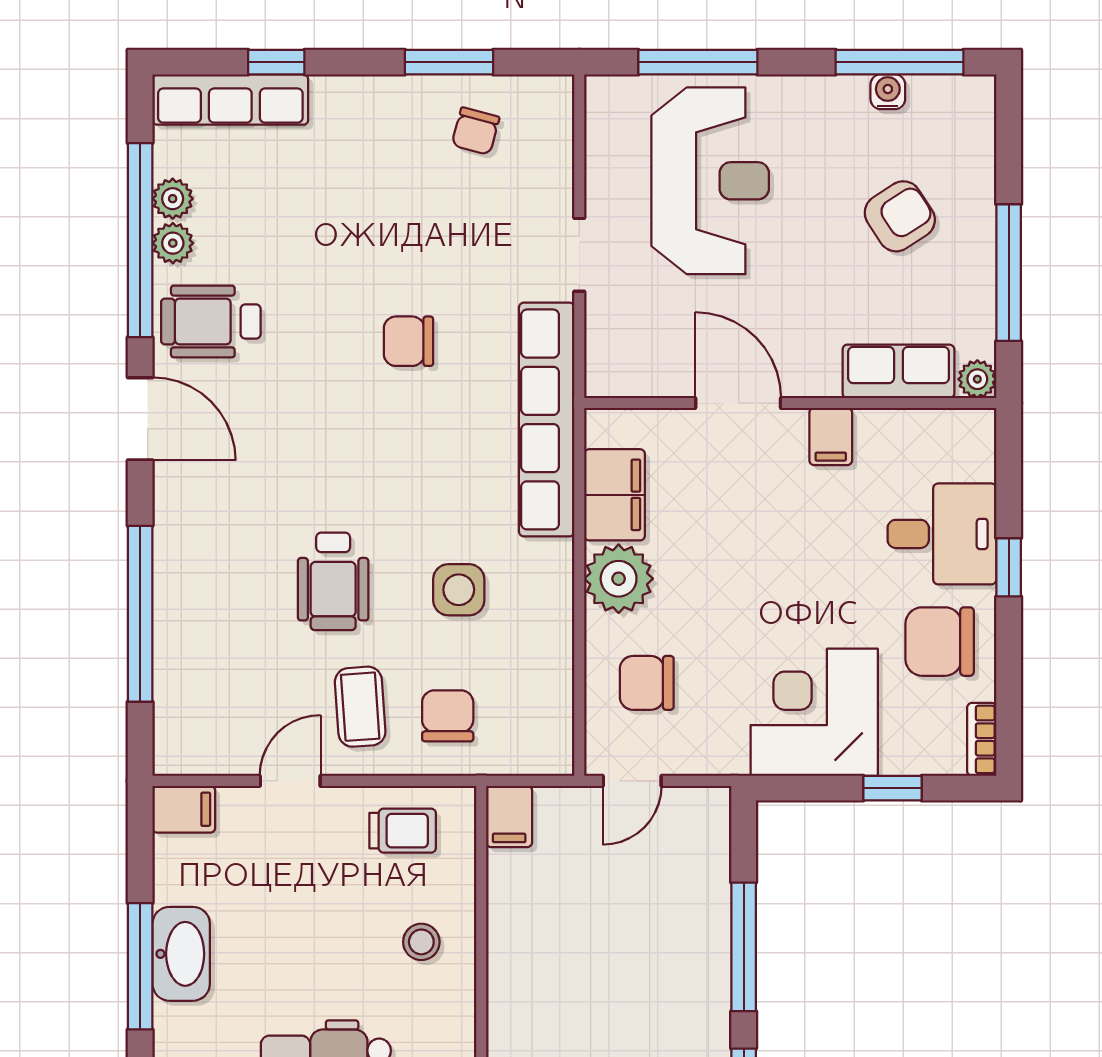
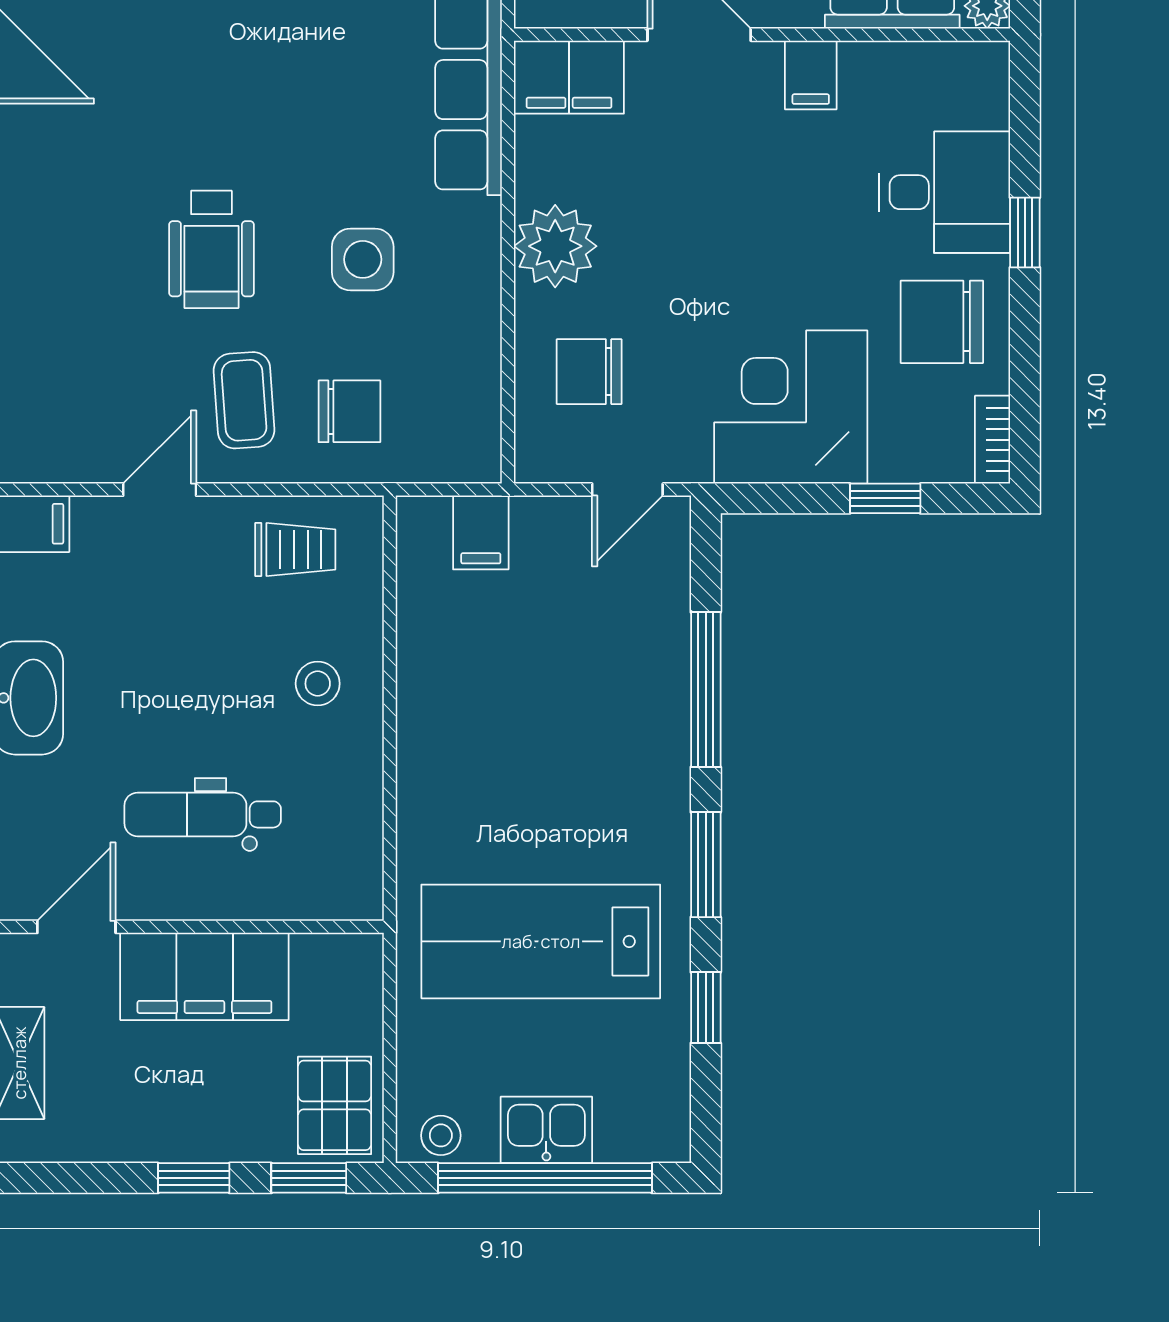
filing cabinet: (615, 495) -> (569, 77), moved, turned 90
chair: (448, 716) -> (349, 411), turned 90
door: (632, 781) -> (627, 490), moved
filing cabinet: (509, 816) -> (481, 532), moved

